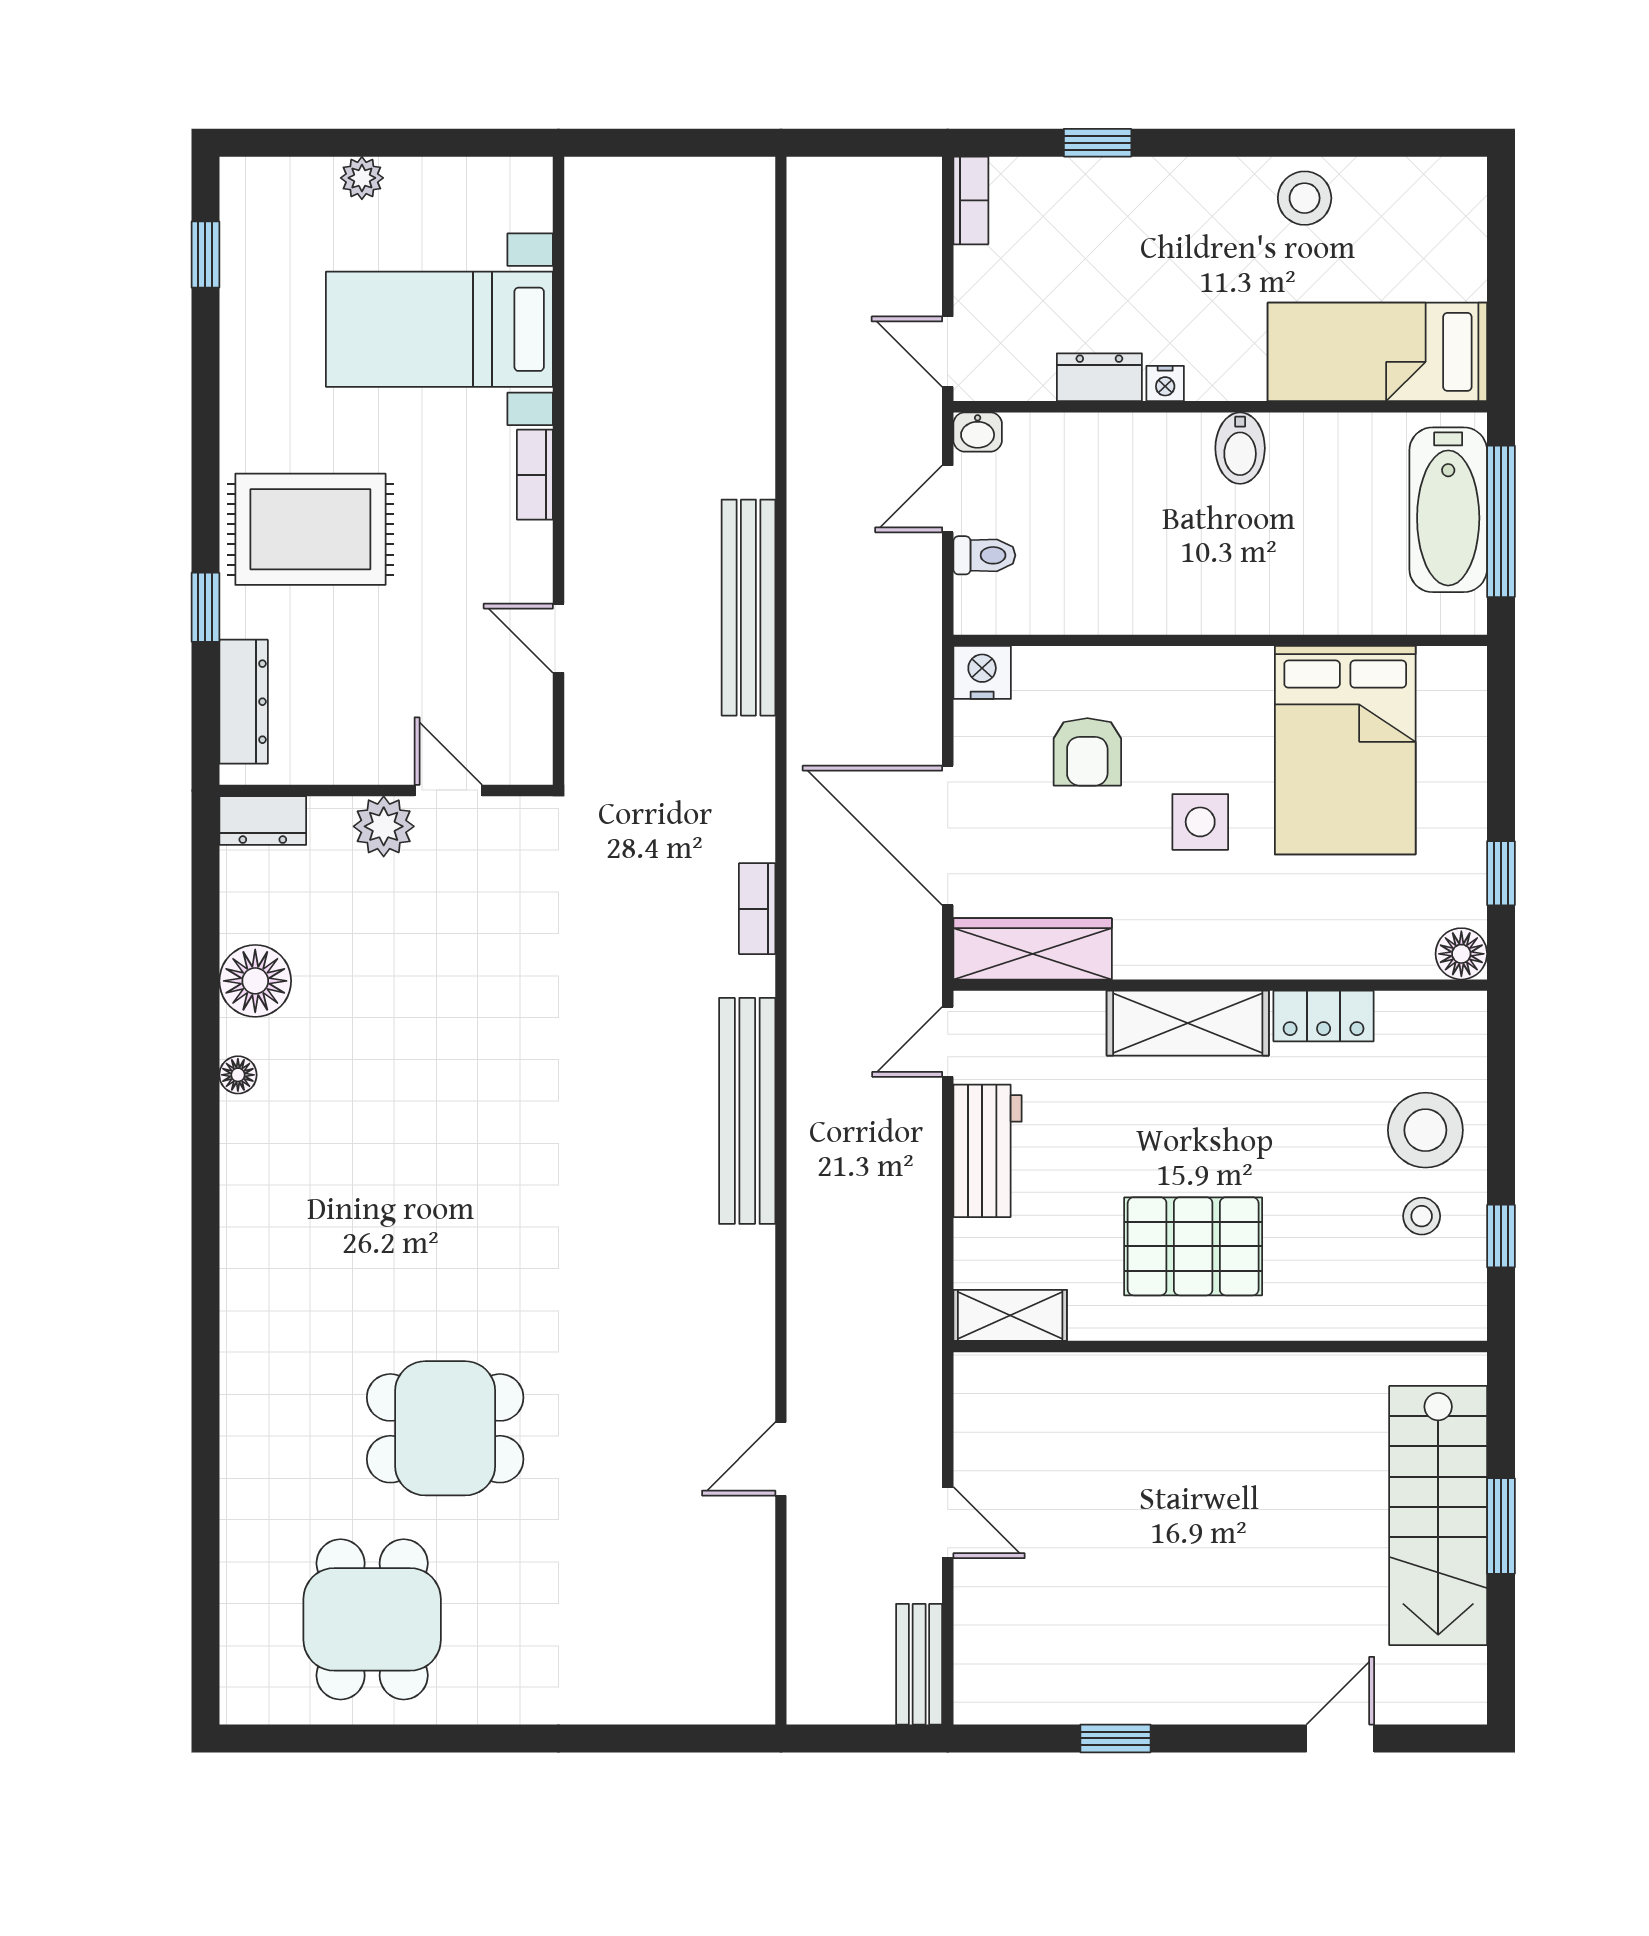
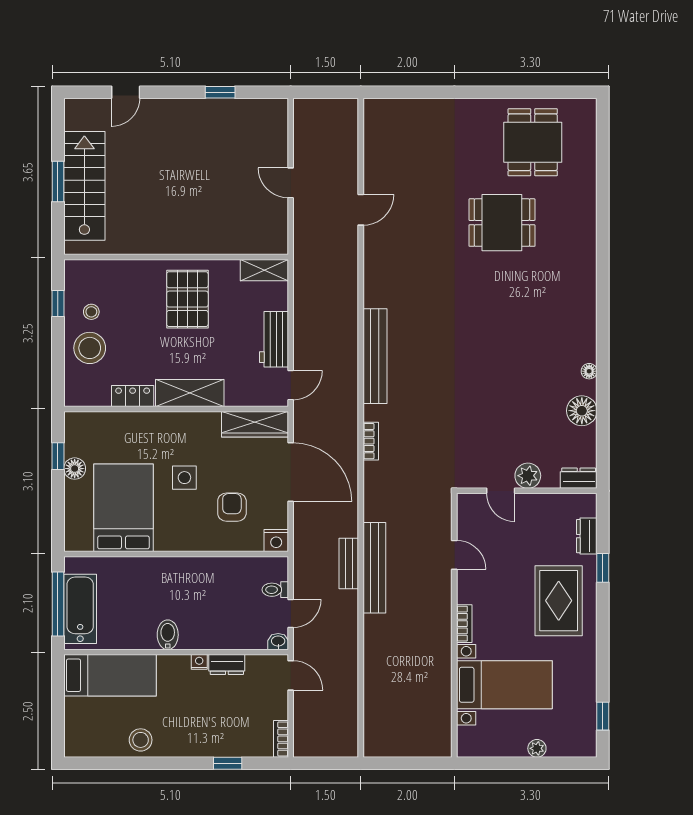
rug: (310, 529) -> (559, 601), turned 90
dresser: (244, 702) -> (587, 536), width x0.70
floor lamp: (1461, 954) -> (75, 469), moved
pallet: (1193, 1246) -> (187, 299), turned 90
bench: (919, 1664) -> (349, 564), moved

